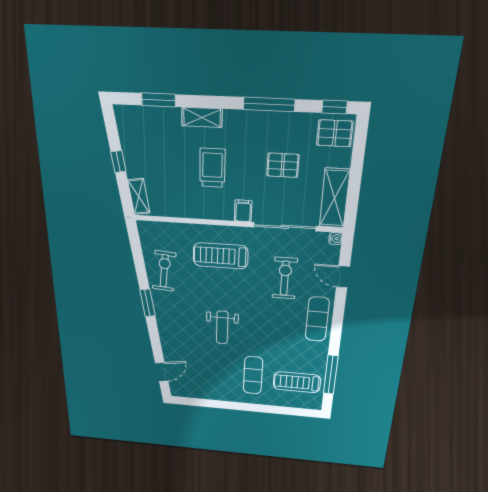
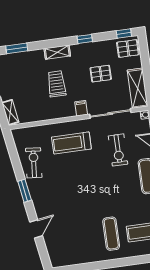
window: (269, 104) -> (85, 39), width x0.46
shelving: (202, 117) -> (57, 52), moved
exercise bike: (285, 278) -> (118, 150), turned 180
weight bench: (222, 327) -> (82, 198), removed
door: (162, 372) -> (36, 229), moved

